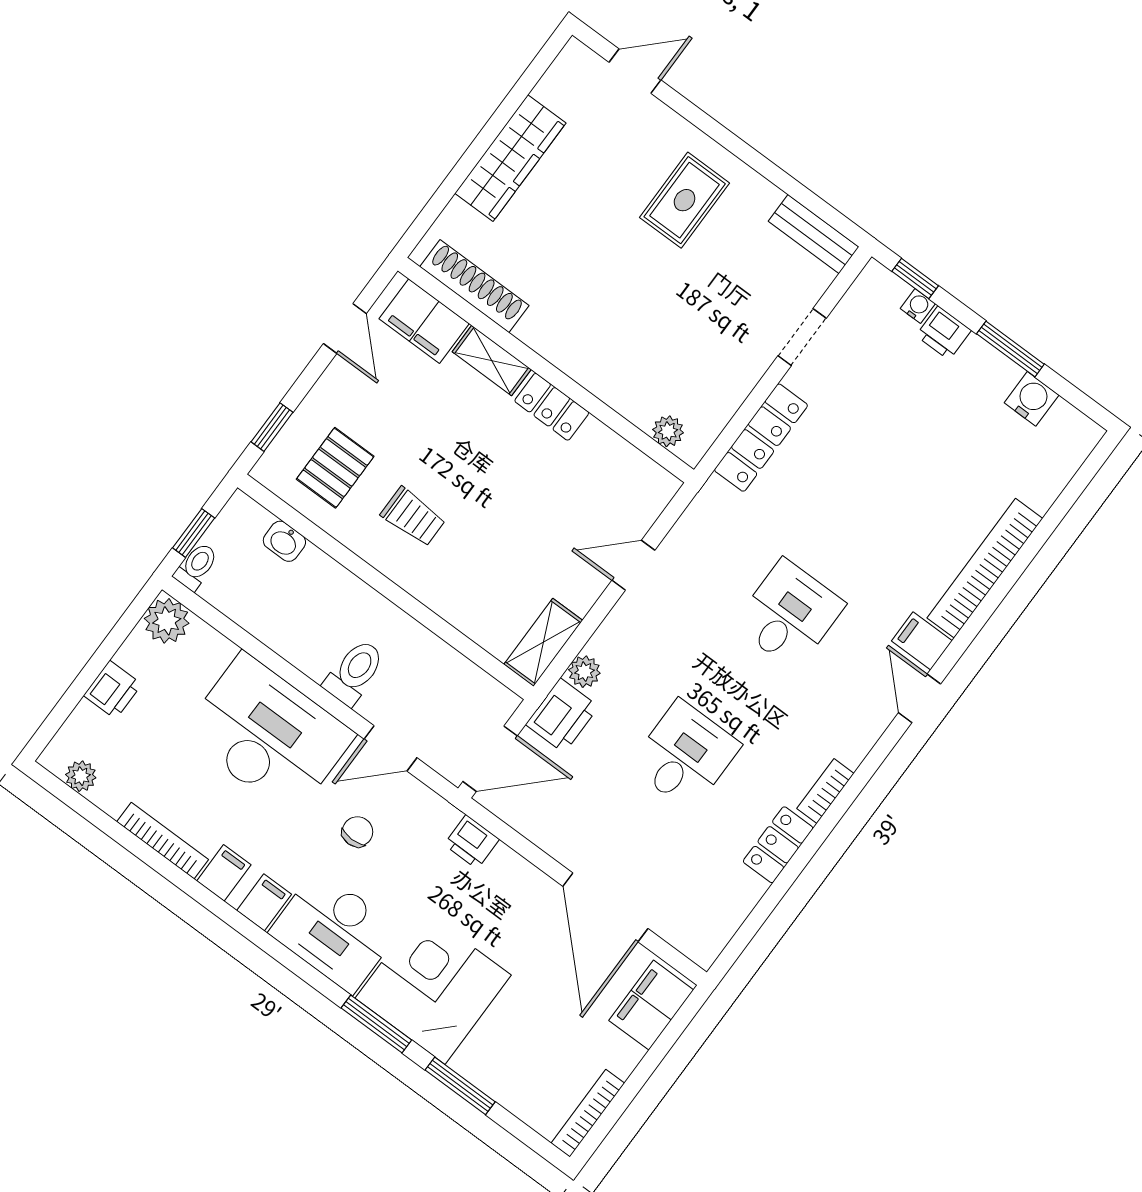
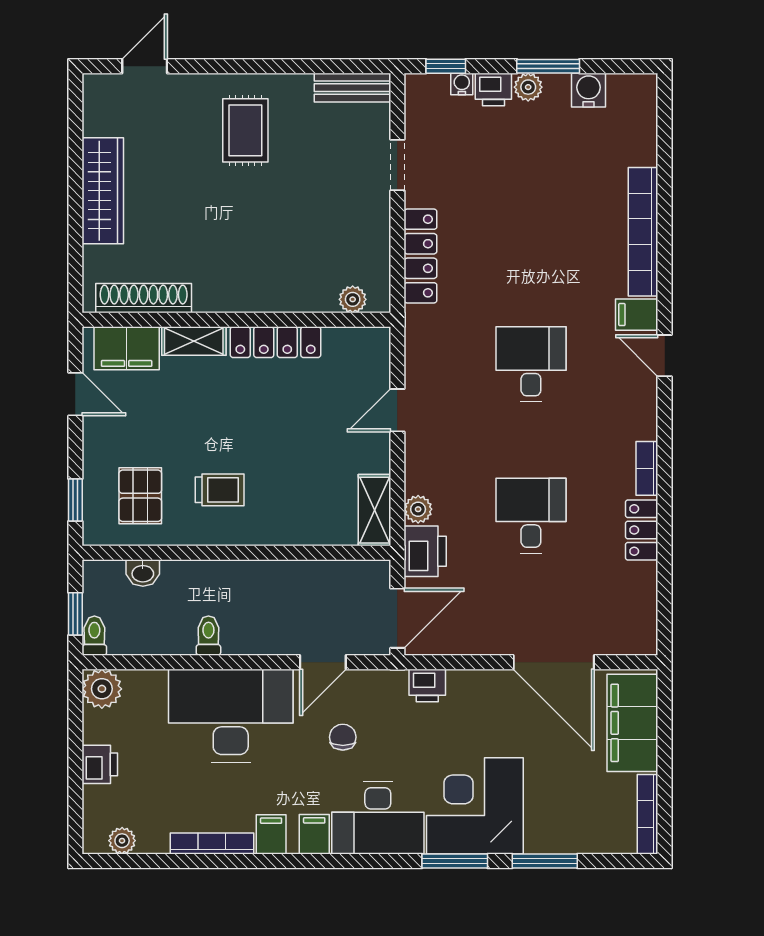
plant: (978, 355) -> (528, 87), added
locker: (552, 407) -> (276, 342), width x1.53
toilet: (354, 672) -> (208, 636), moved, width x0.73, depth x0.72
filing cabinet: (651, 1005) -> (632, 723), width x1.50, depth x1.17

